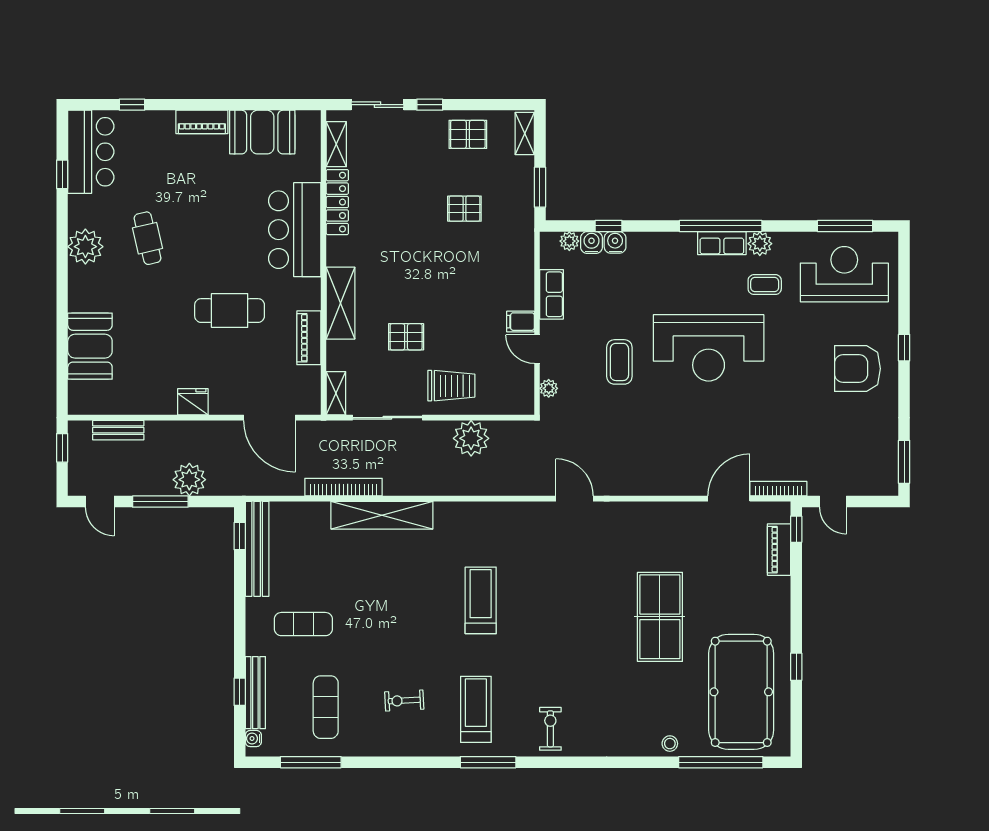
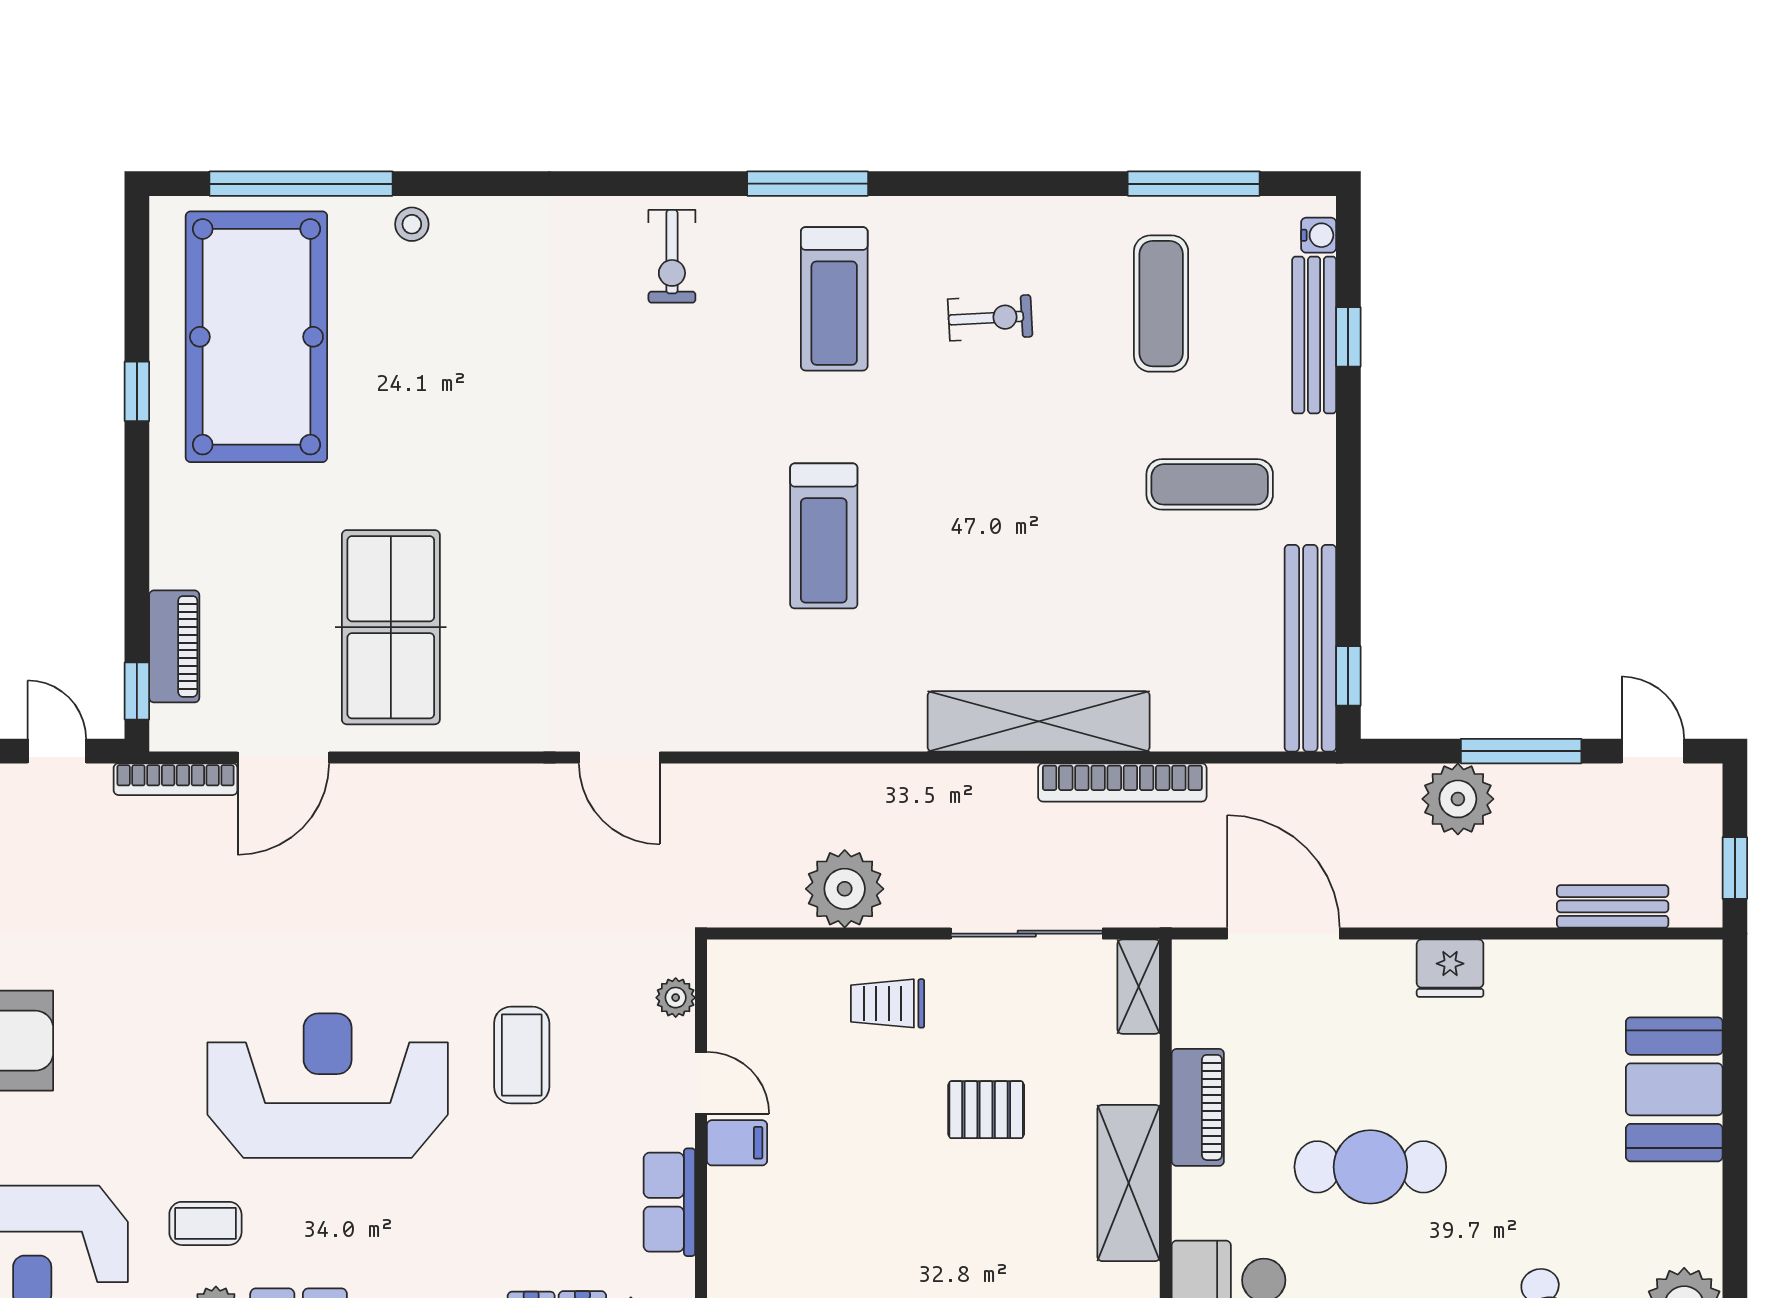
trolley: (451, 386) -> (888, 1003), width x0.73, depth x0.72
table tennis table: (660, 617) -> (391, 627), moved

